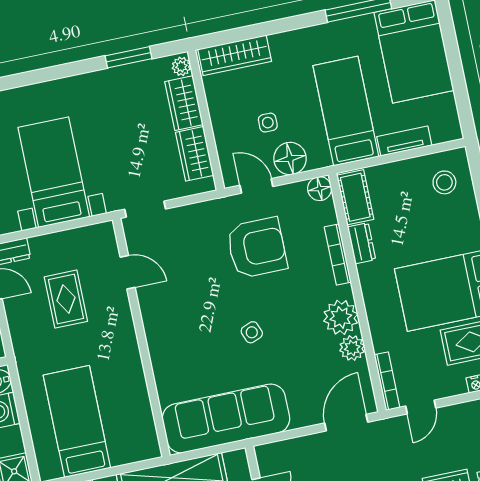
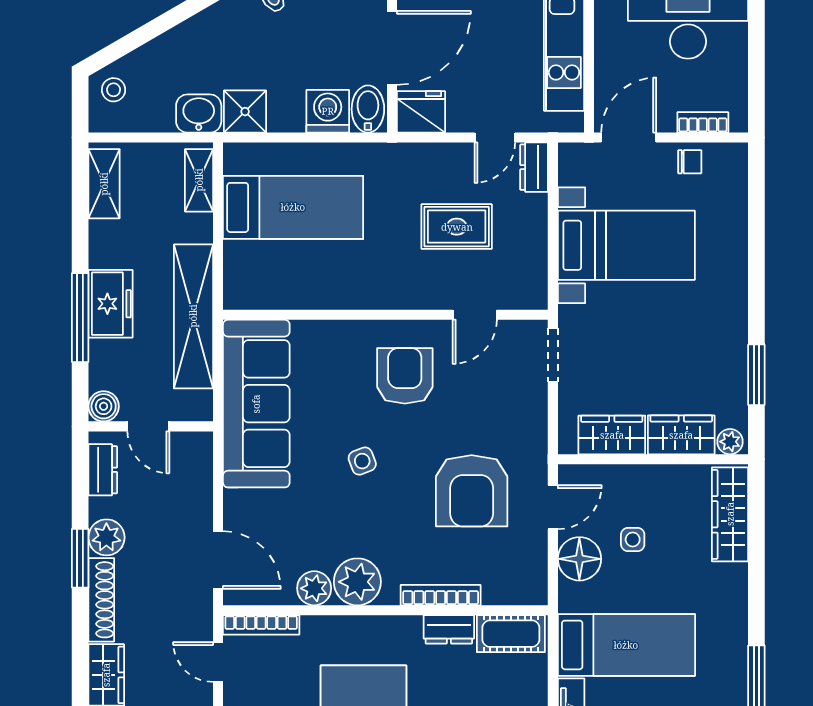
floor lamp: (320, 189) -> (532, 589), removed
armchair: (183, 314) -> (405, 376), added

